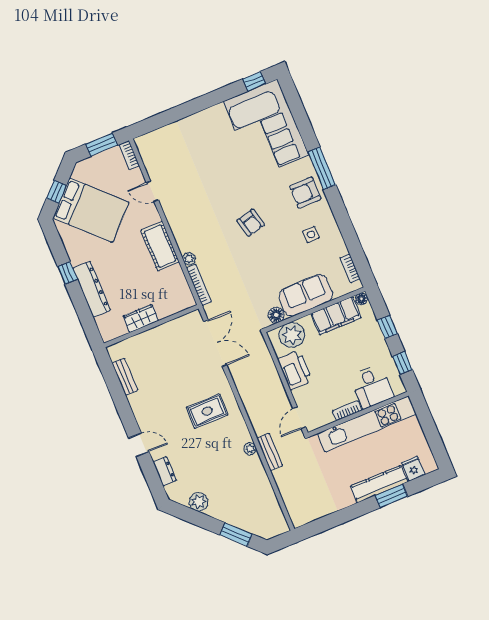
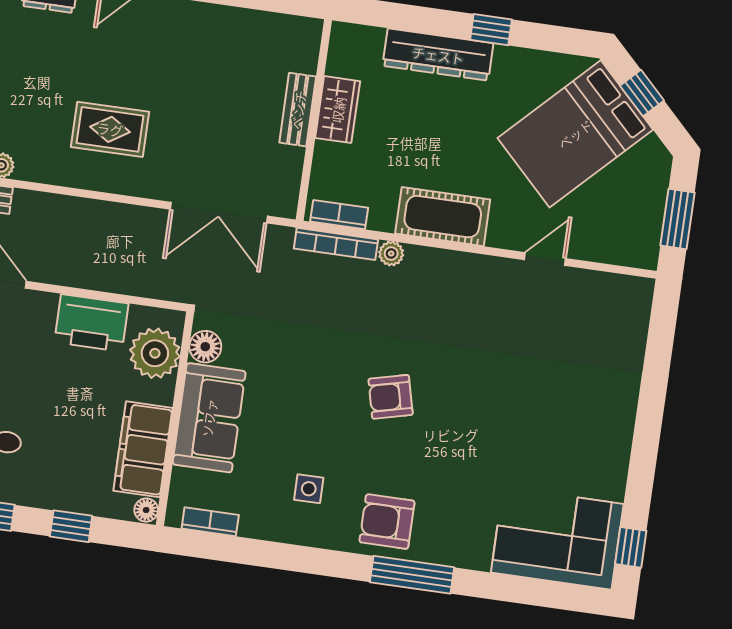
corner sofa: (266, 128) -> (557, 538), width x0.73, depth x0.74
bookcase: (129, 155) -> (339, 215), moved
armchair: (305, 193) -> (387, 522), turned -90
bench: (125, 377) -> (298, 110), moved, turned 90
rug: (207, 411) -> (110, 129), turned 90

